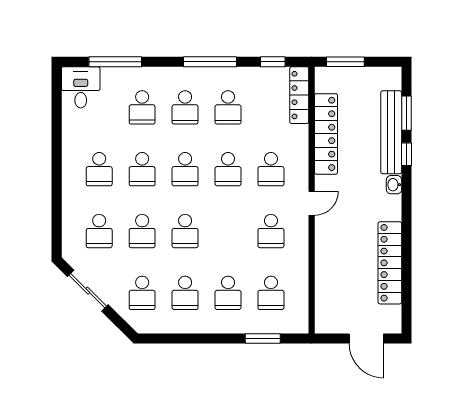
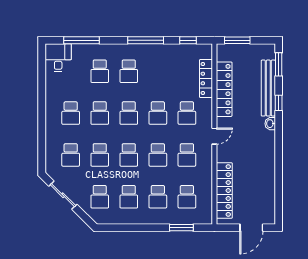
locker: (299, 95) -> (206, 78), moved
school desk: (228, 107) -> (158, 155), moved
window: (406, 113) -> (279, 64), moved
locker: (390, 263) -> (224, 191), moved, turned 180
door: (366, 338) -> (251, 228), hinge flipped

